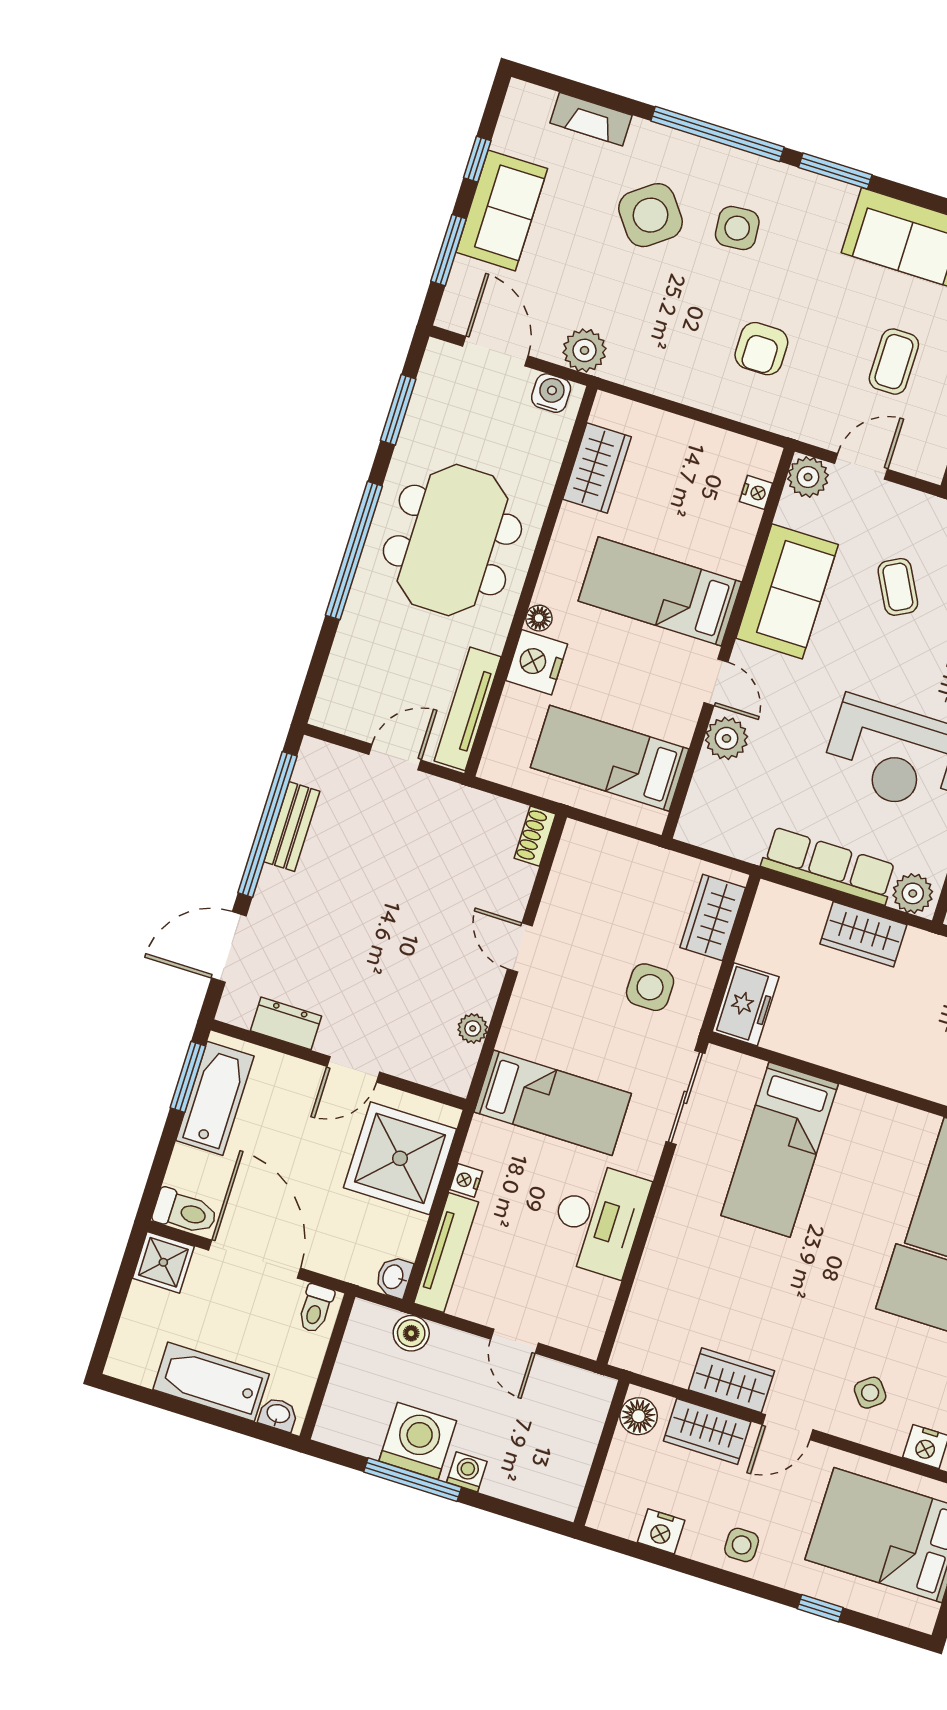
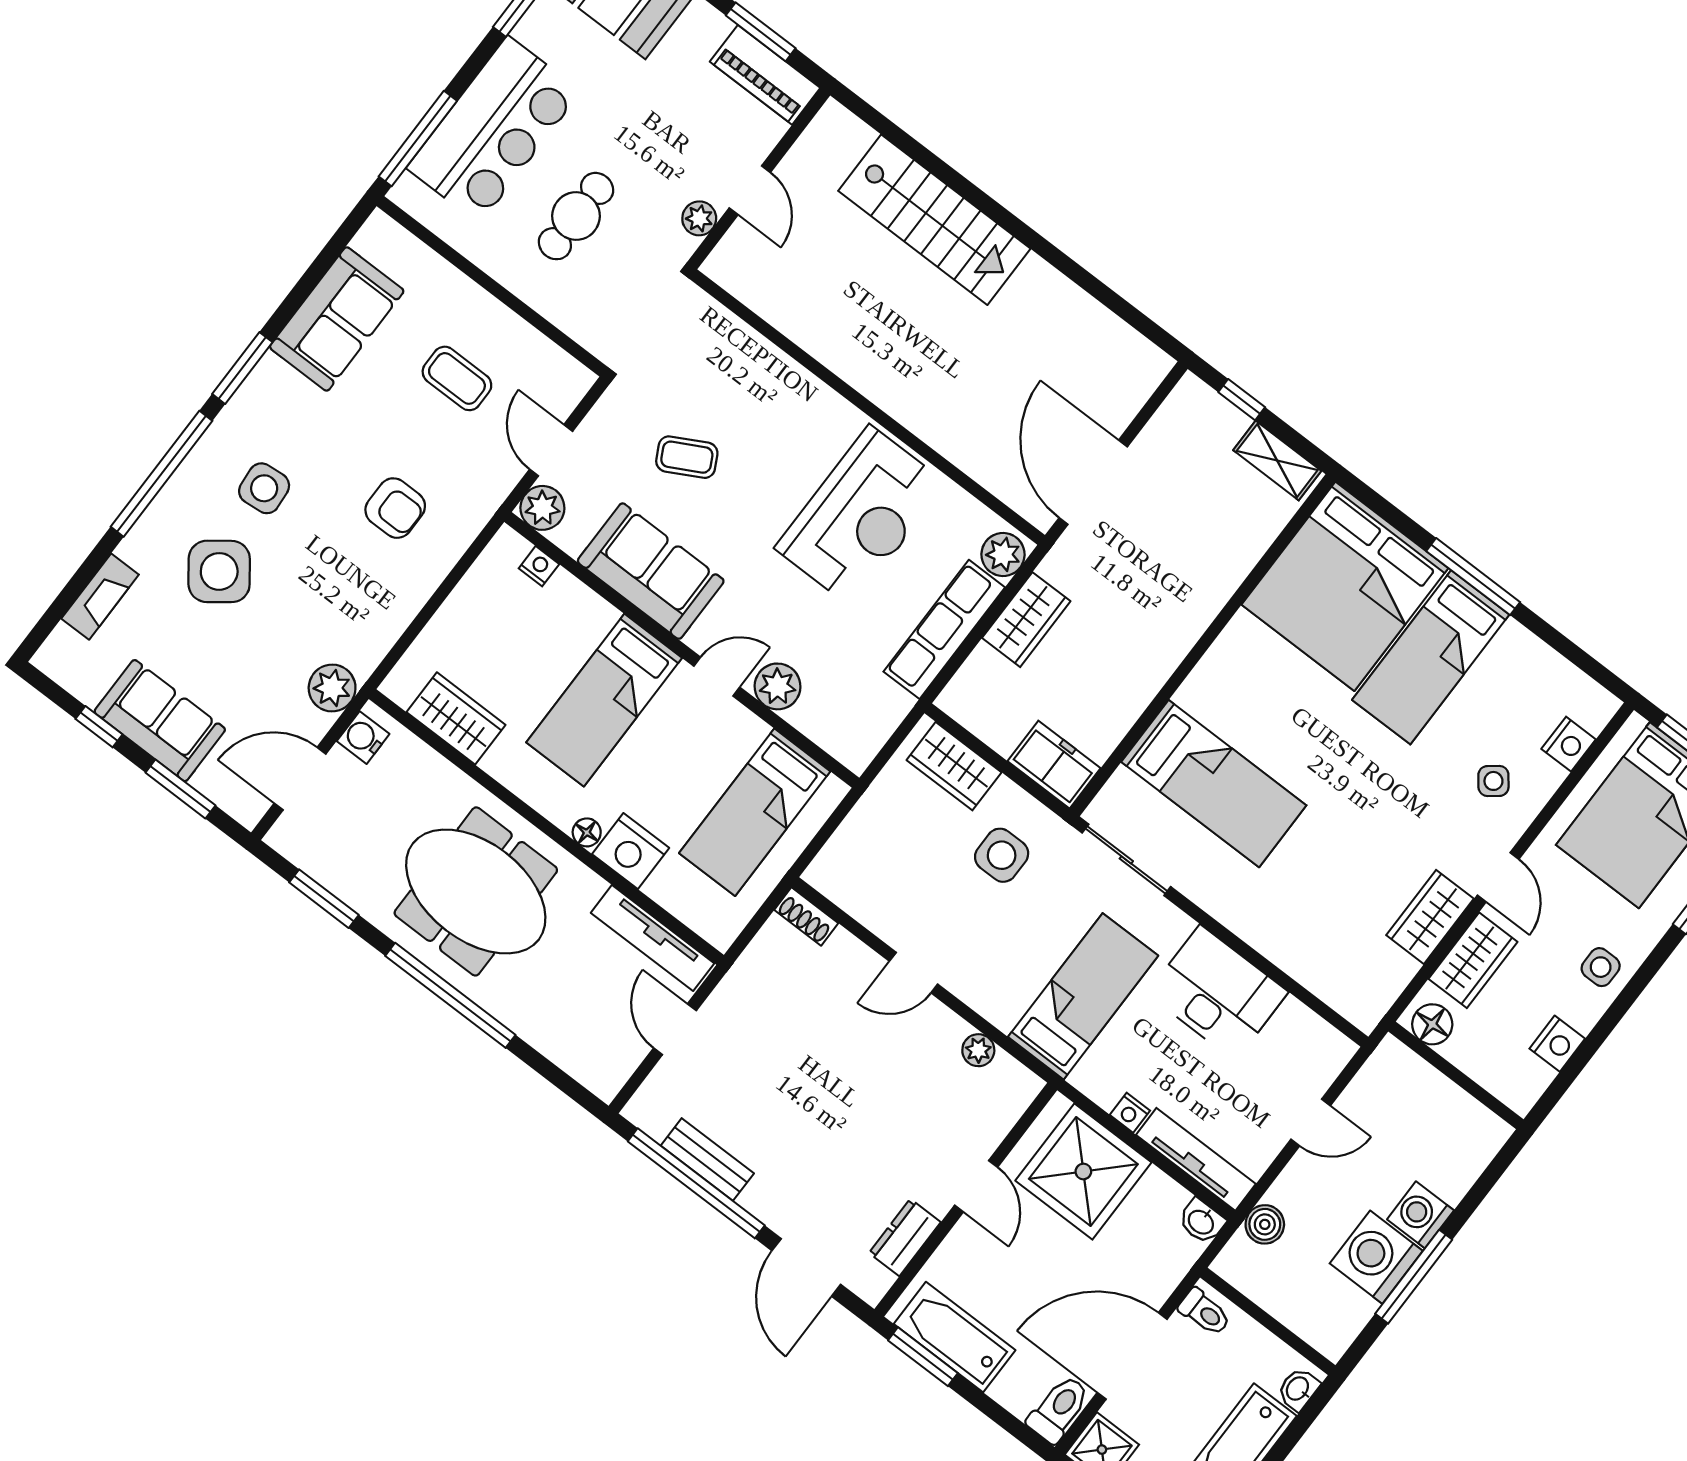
washing machine: (467, 1472) -> (1420, 1215), width x1.38, depth x1.38

